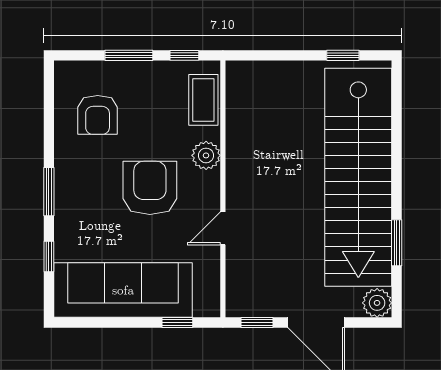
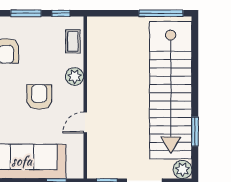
window: (343, 55) -> (161, 13), width x2.17
coffee table: (203, 100) -> (73, 41), width x0.73, depth x0.77
armchair: (150, 188) -> (39, 97), width x0.73, depth x0.73

